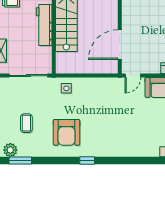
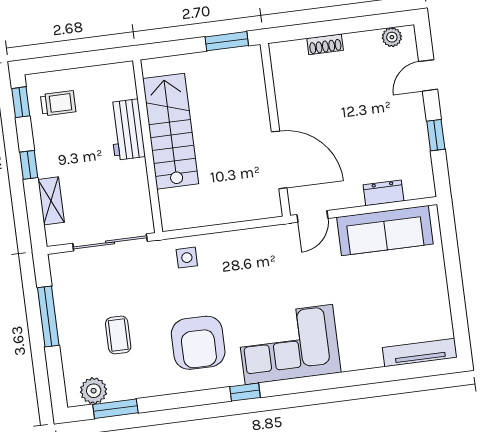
workbench: (44, 25) -> (127, 130), width x0.73
door: (120, 45) -> (279, 160), swing flipped
corner sofa: (113, 139) -> (289, 344), added

